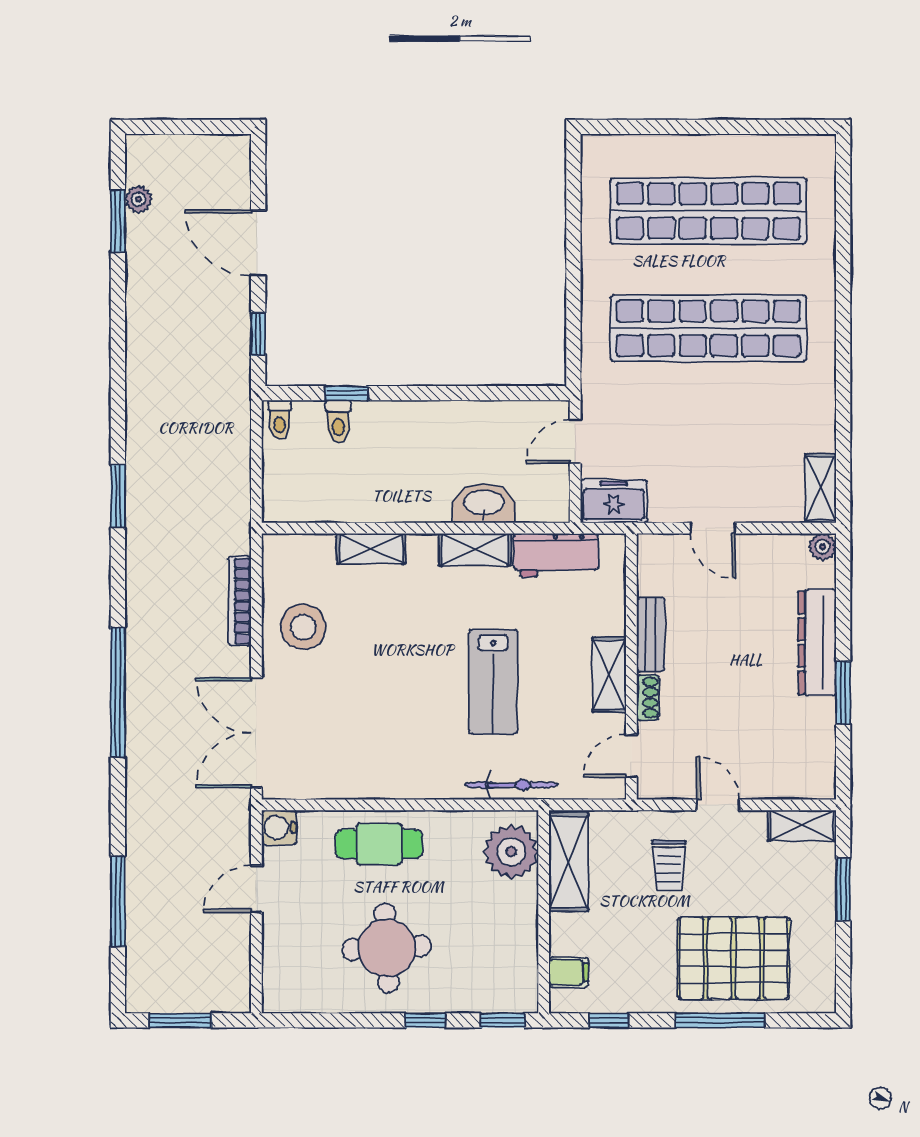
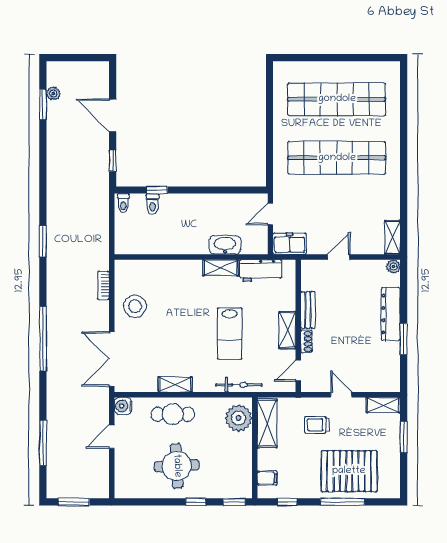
door: (713, 528) -> (339, 257), swing flipped
shelving: (371, 549) -> (175, 385), moved
bookcase: (240, 601) -> (103, 285), width x0.64
trolley: (669, 865) -> (317, 425), turned 90

